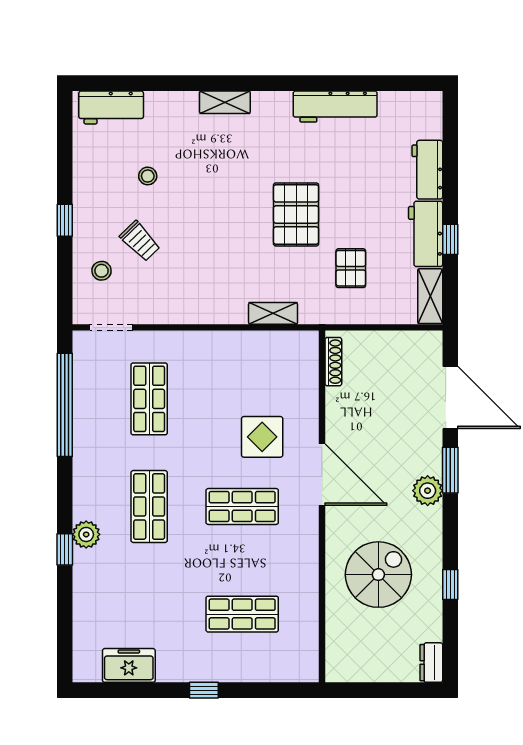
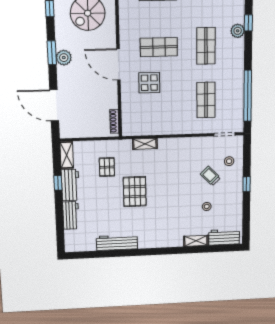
shelving: (225, 102) -> (196, 241), moved
window: (450, 470) -> (52, 53), moved

